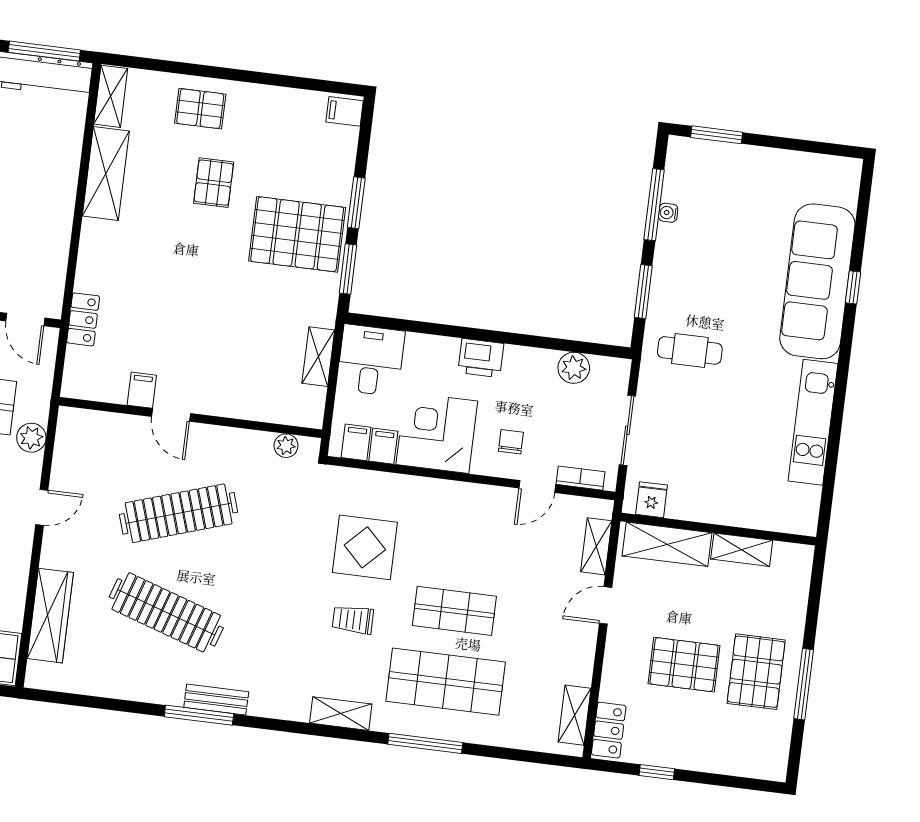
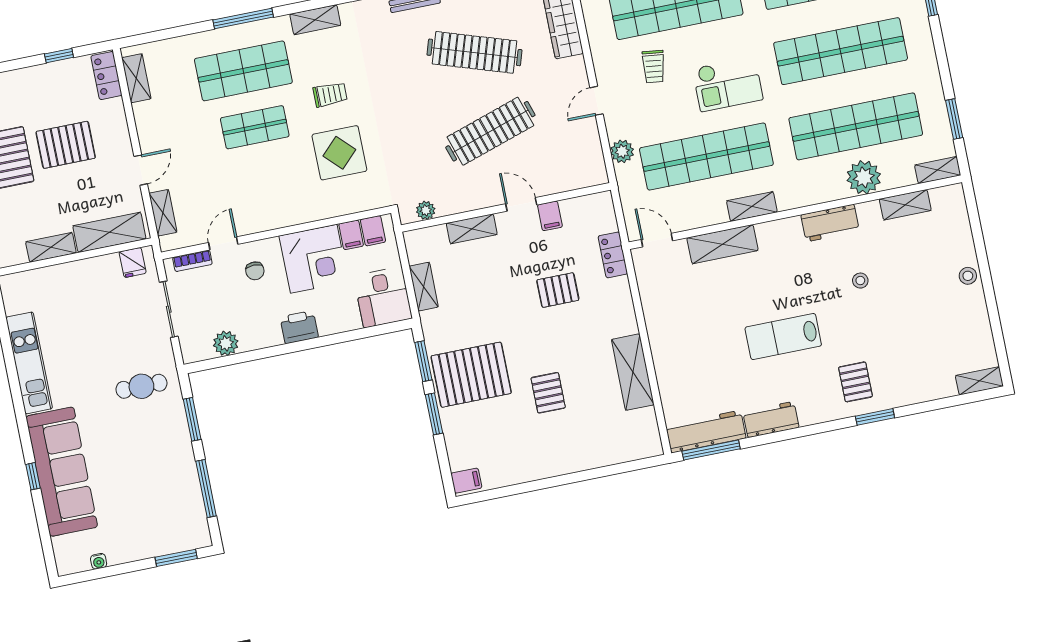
shelving: (111, 96) -> (472, 229), moved, turned 90
pallet: (200, 109) -> (558, 290), moved
water cooler: (668, 213) -> (99, 561), moved, turned 90

